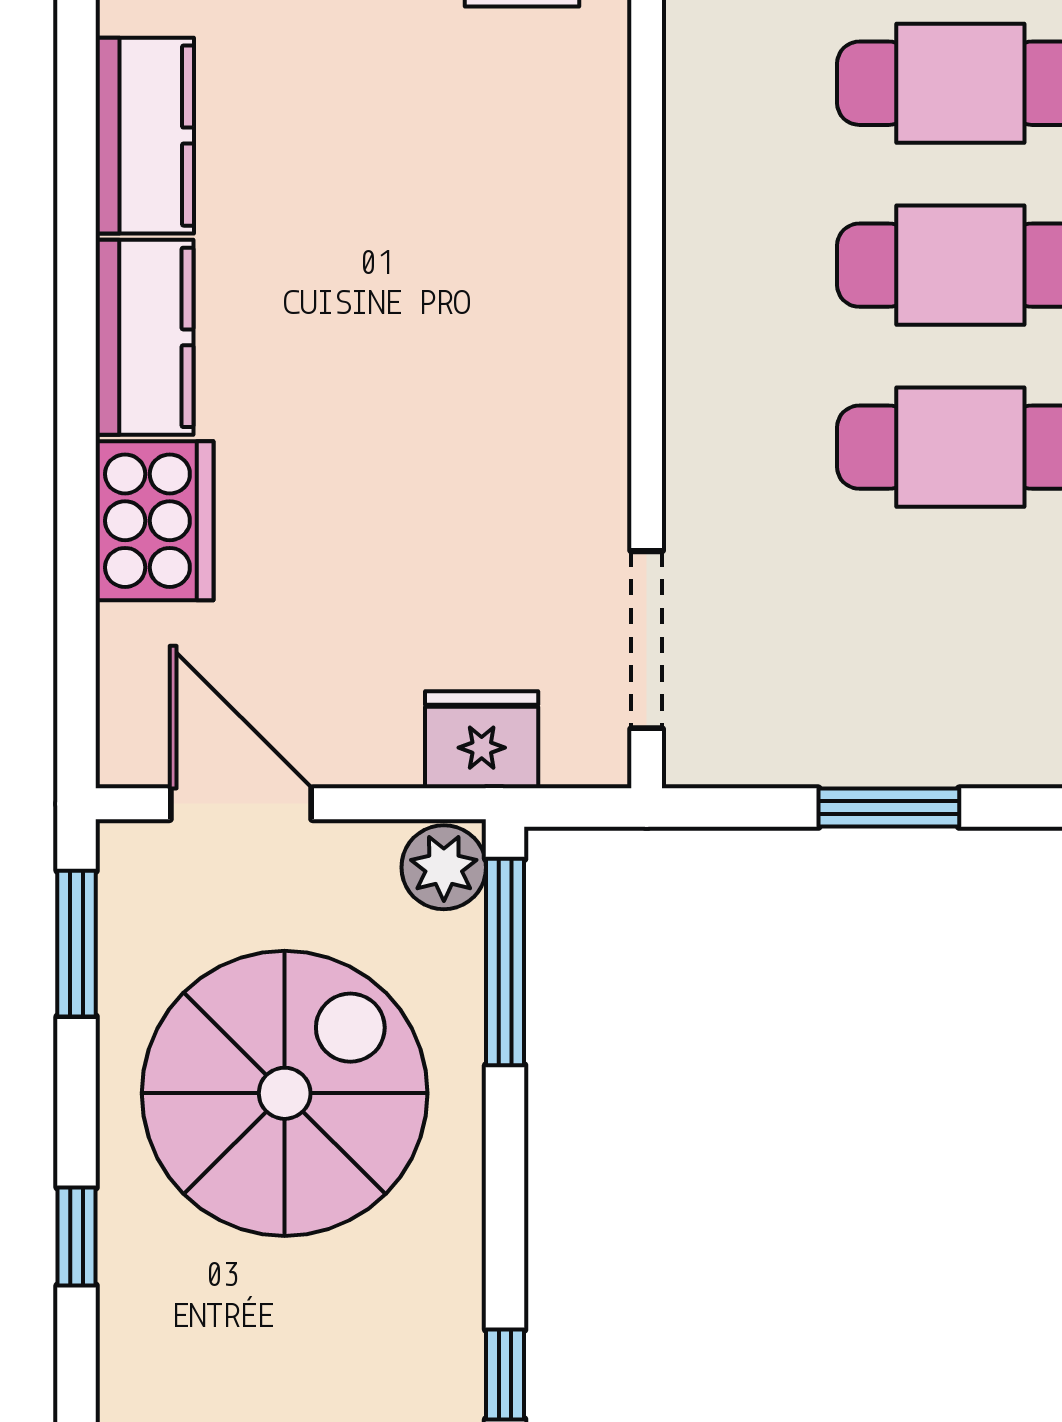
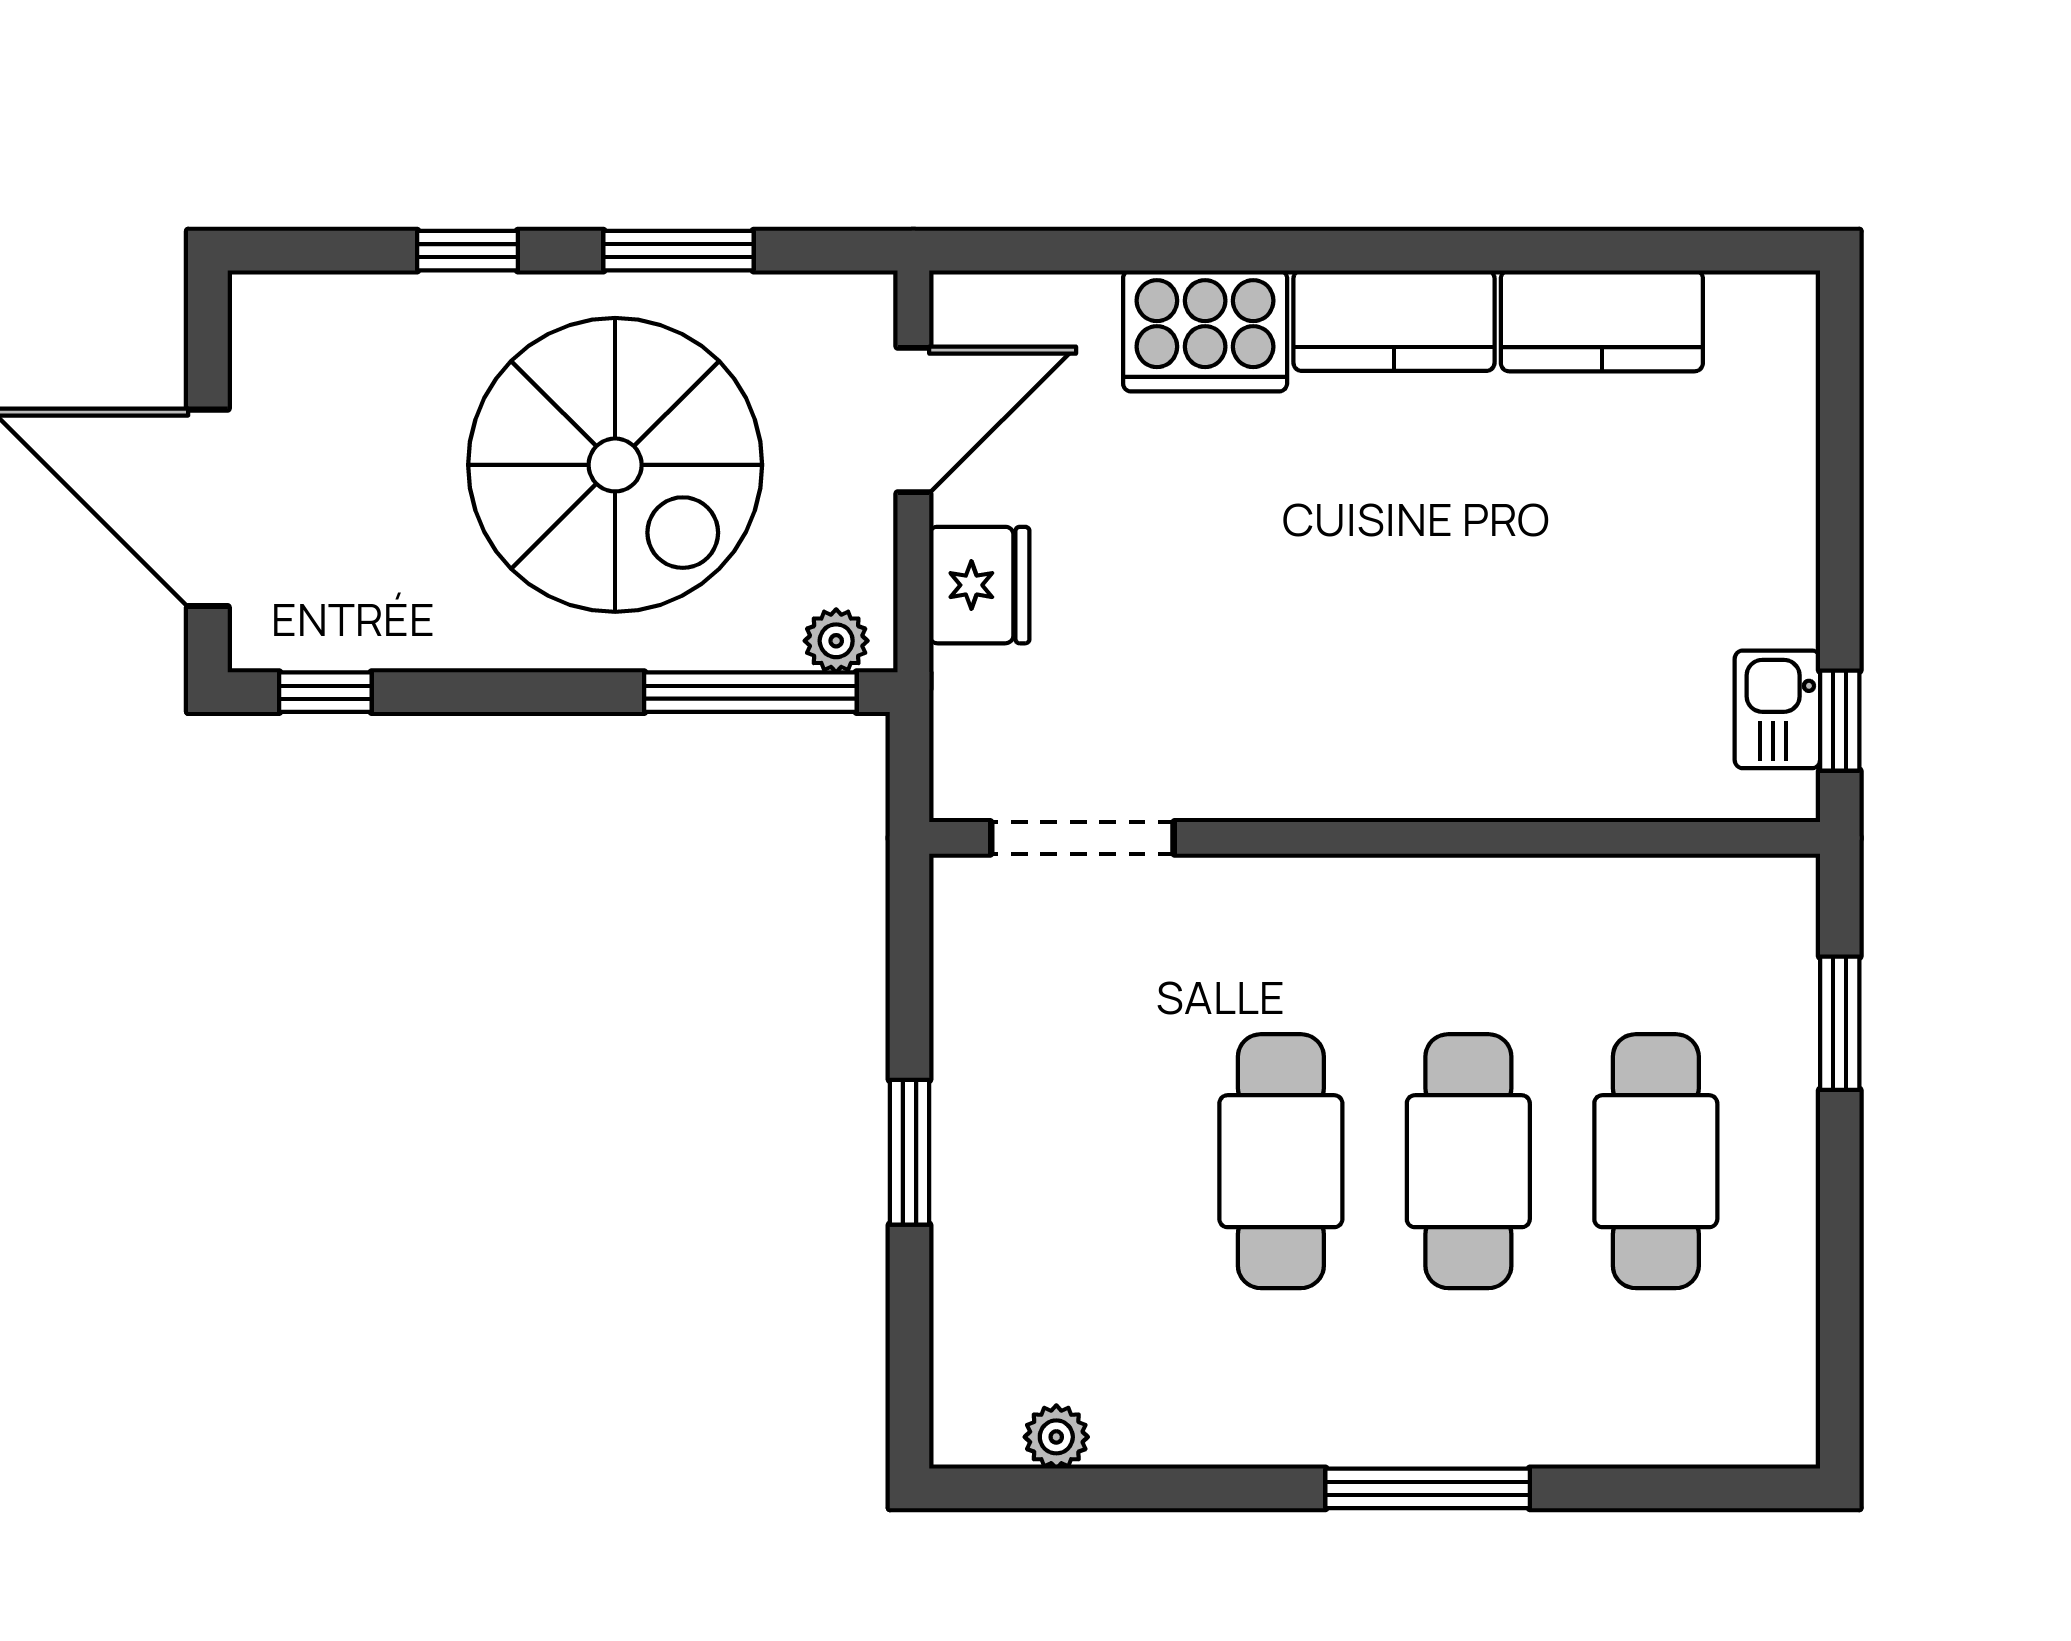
fridge: (482, 740) -> (979, 585), moved
window: (889, 808) -> (909, 1152), moved
plant: (444, 867) -> (836, 641), width x0.73, depth x0.73
window: (77, 944) -> (678, 251), moved

